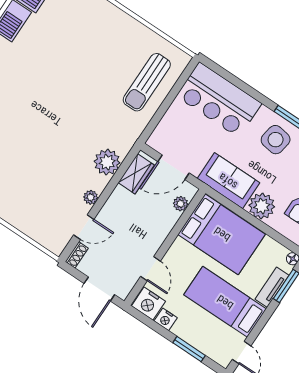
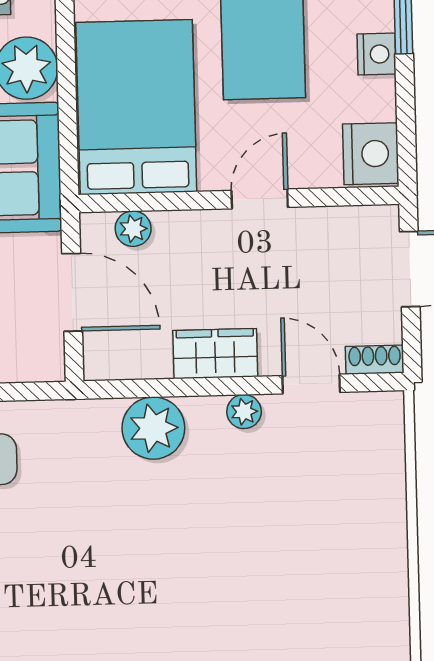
wardrobe: (136, 174) -> (215, 354), moved
door: (150, 269) -> (260, 199), moved
nightstand: (166, 319) -> (377, 54), moved

